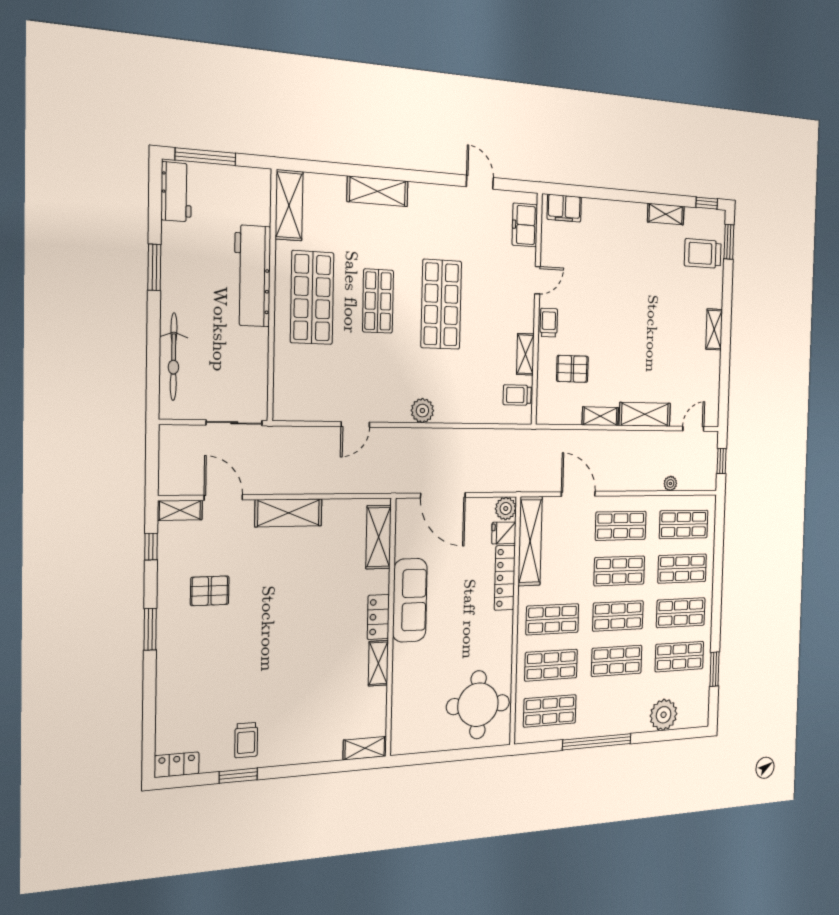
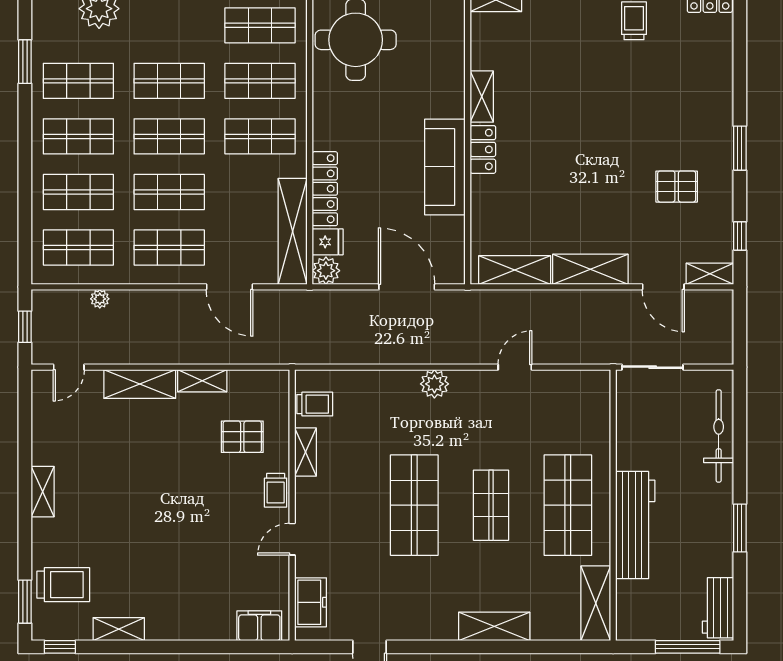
shelving: (379, 537) -> (515, 270), moved, turned 90

